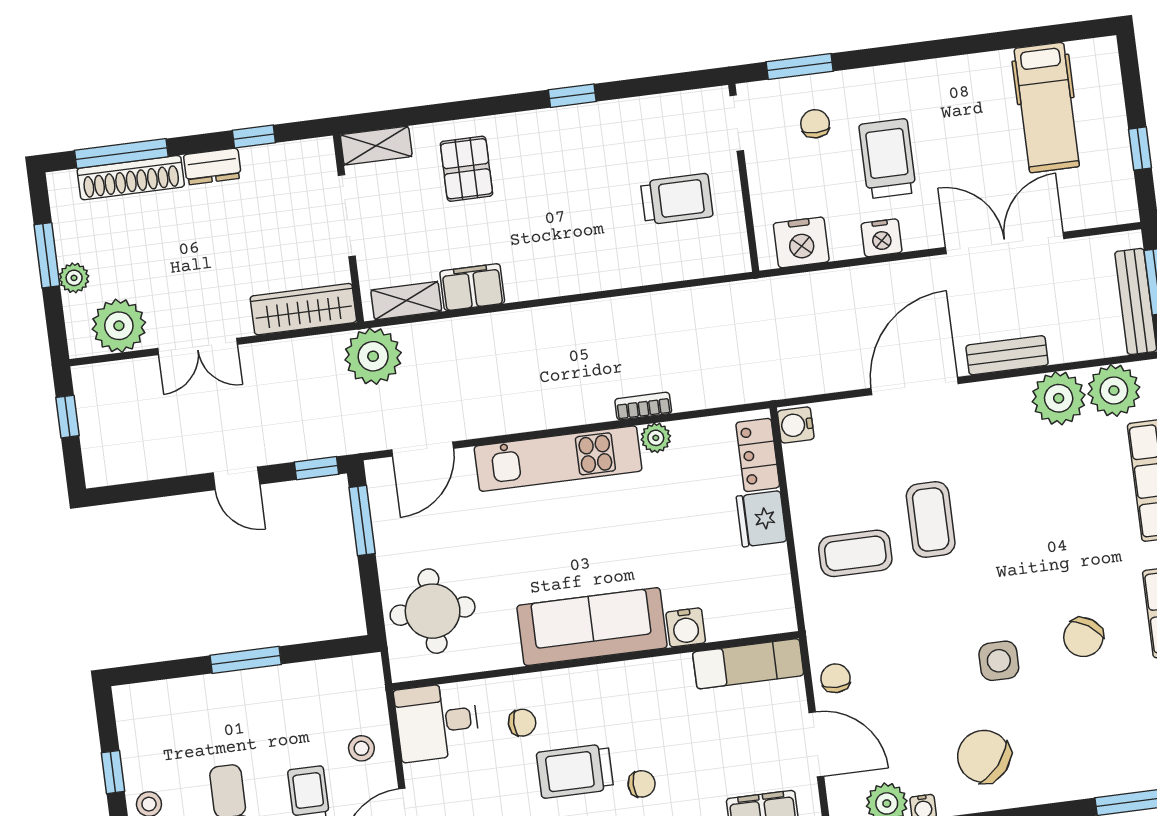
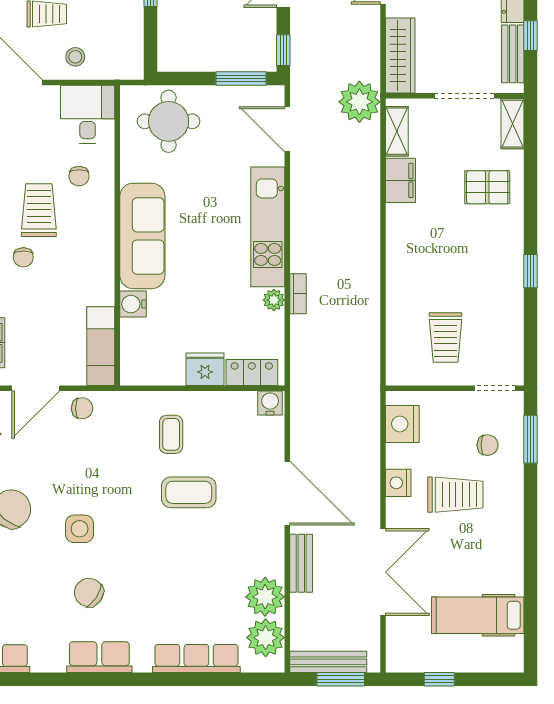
bench: (282, 157) -> (513, 54), added
coffee table: (855, 553) -> (171, 434), width x0.73, depth x0.77

